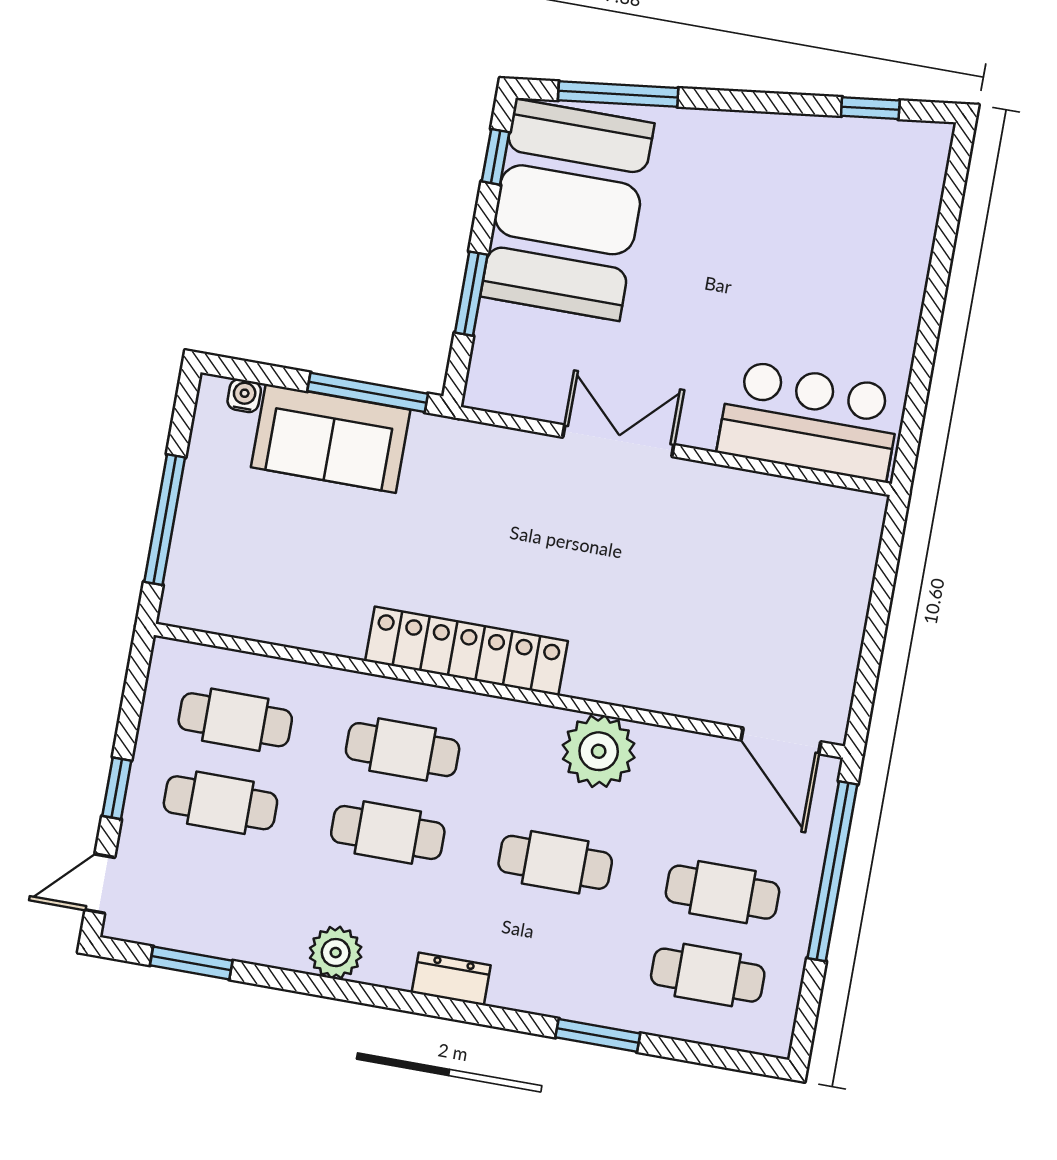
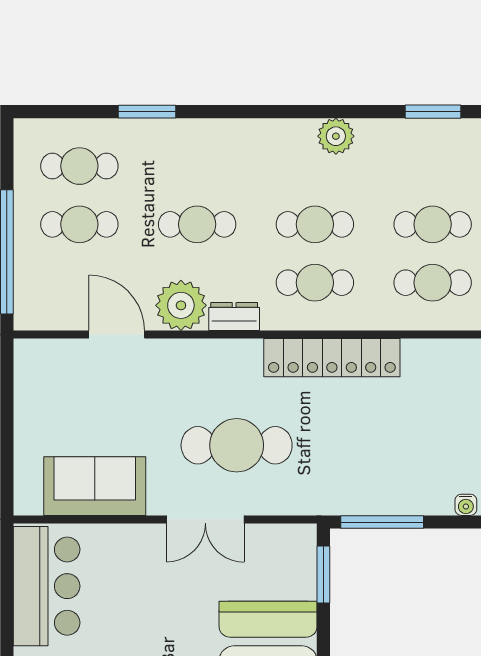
window: (471, 294) -> (323, 575), moved
bar counter: (809, 421) -> (47, 586), moved, turned -90
sofa: (331, 438) -> (95, 486), moved
cafe table: (555, 538) -> (237, 445), added
locker: (466, 651) -> (332, 358), moved
door: (781, 741) -> (117, 335), moved
dresser: (451, 979) -> (234, 316), moved, turned 180

